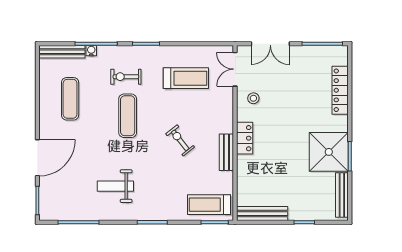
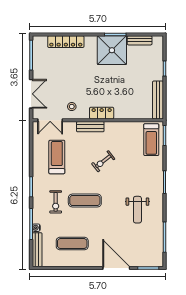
bench: (226, 152) -> (90, 127), moved
bench: (342, 195) -> (140, 40), width x0.73

